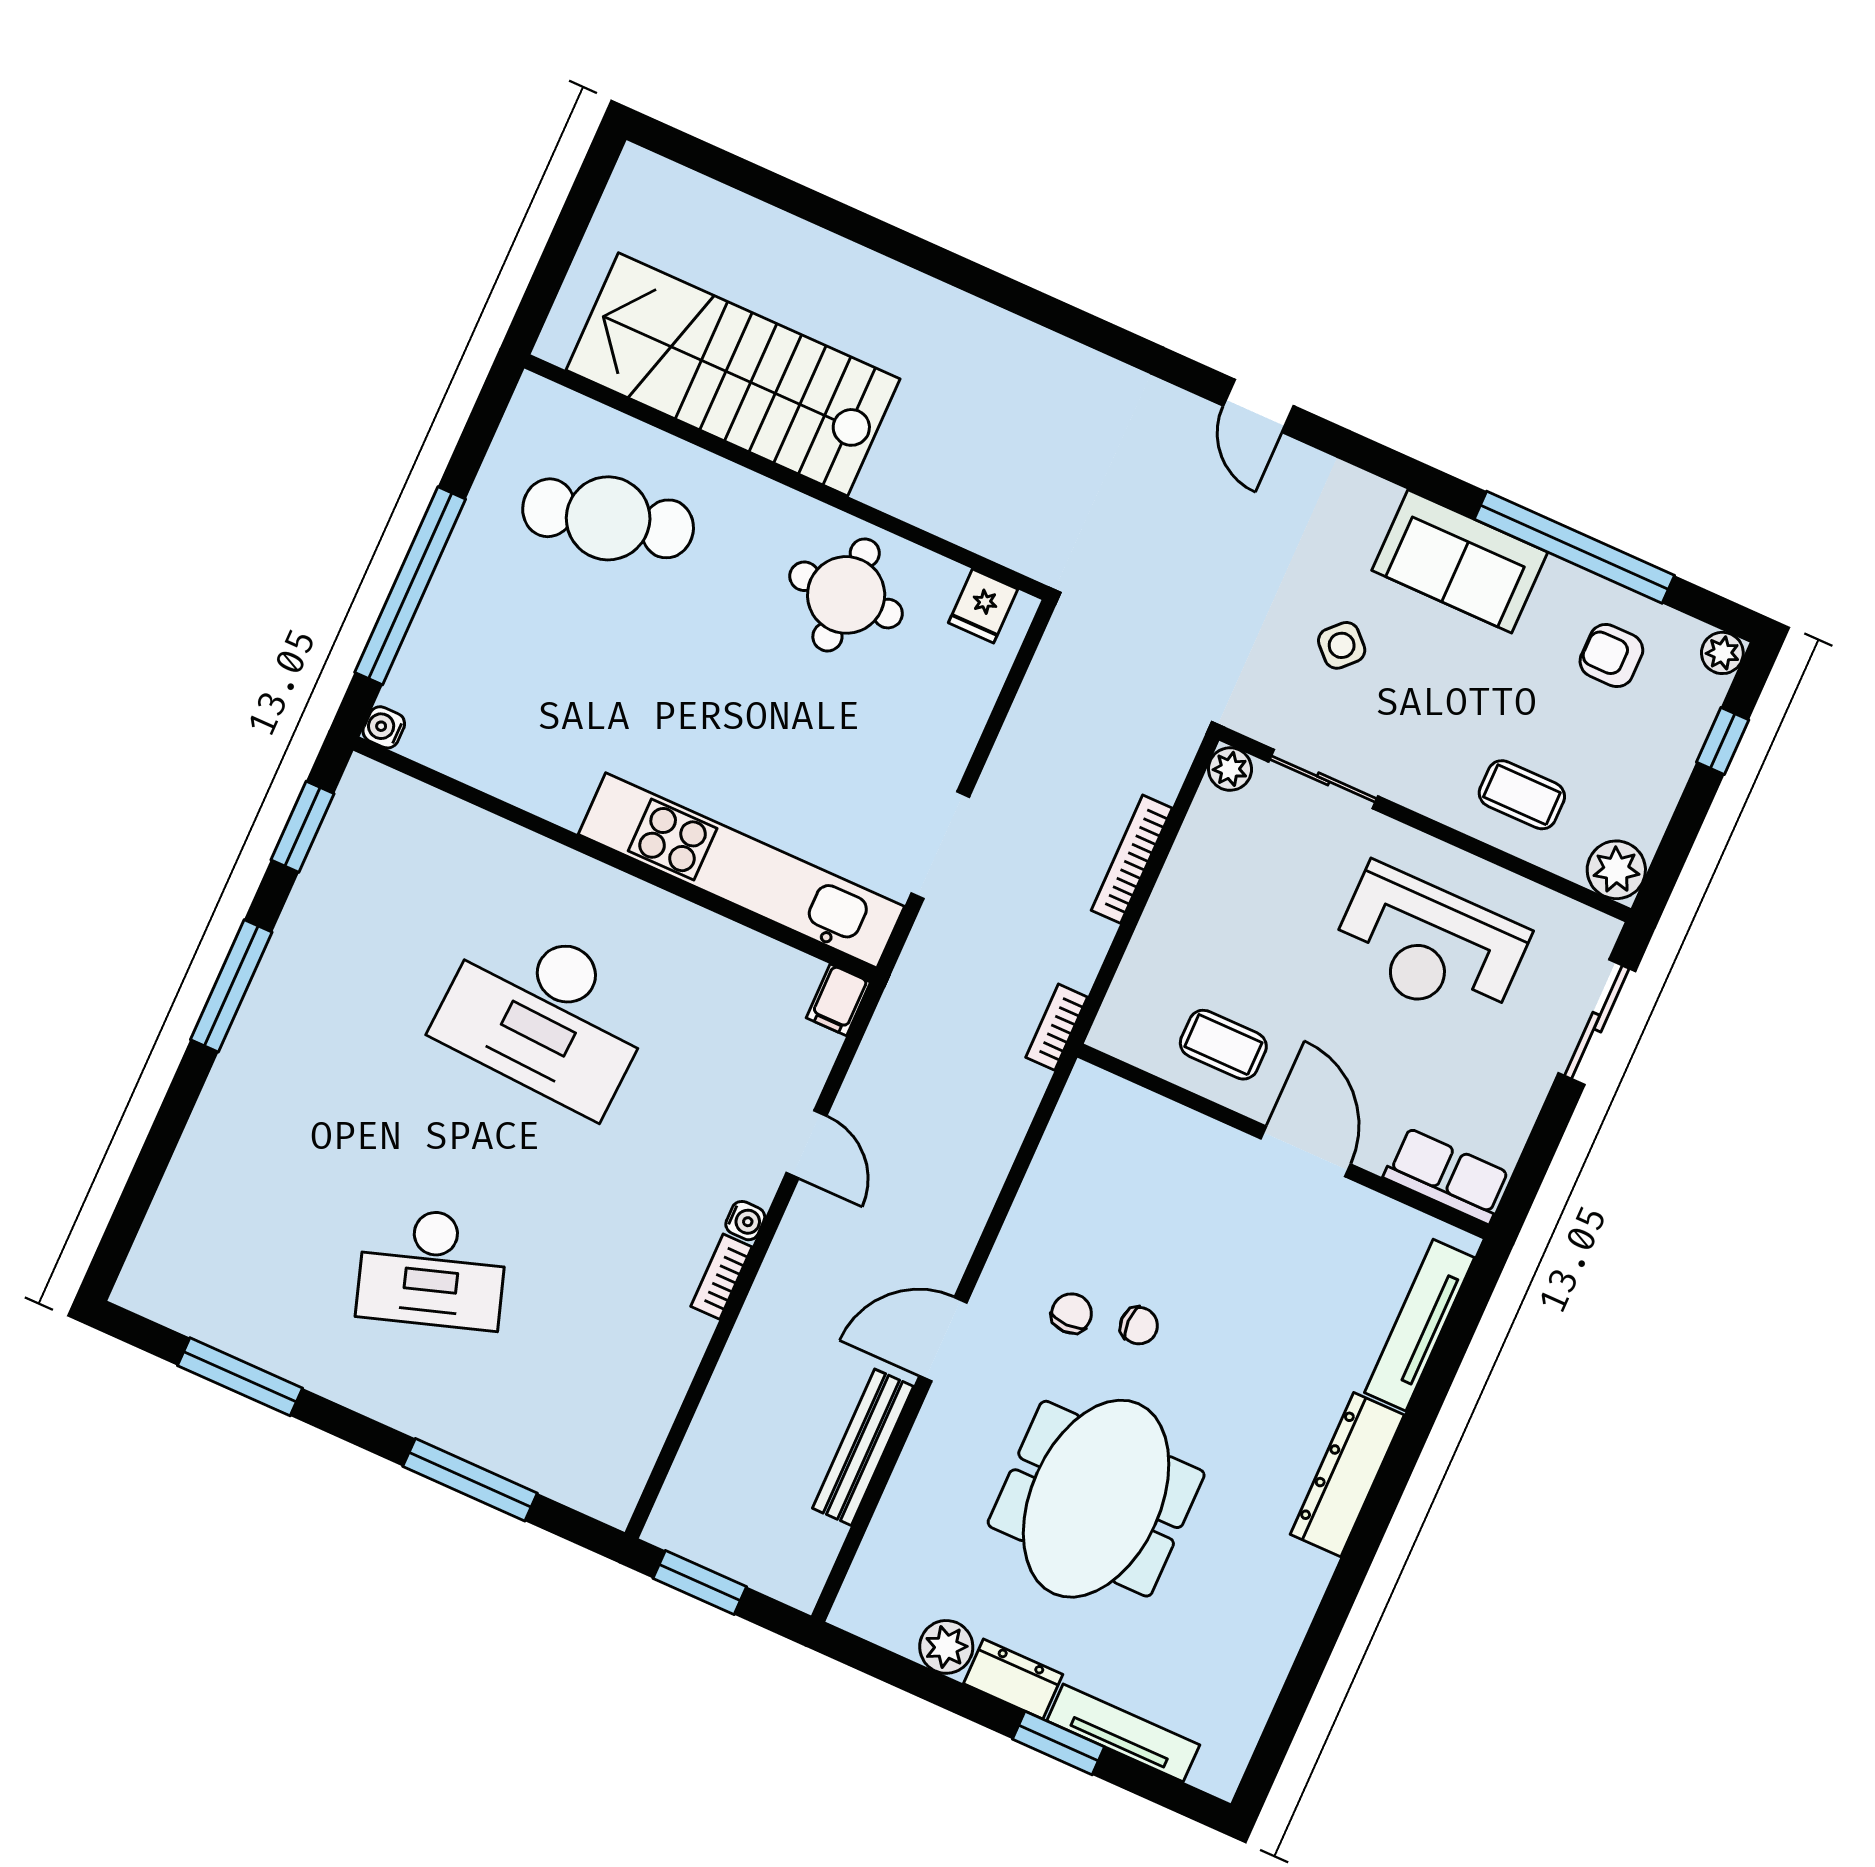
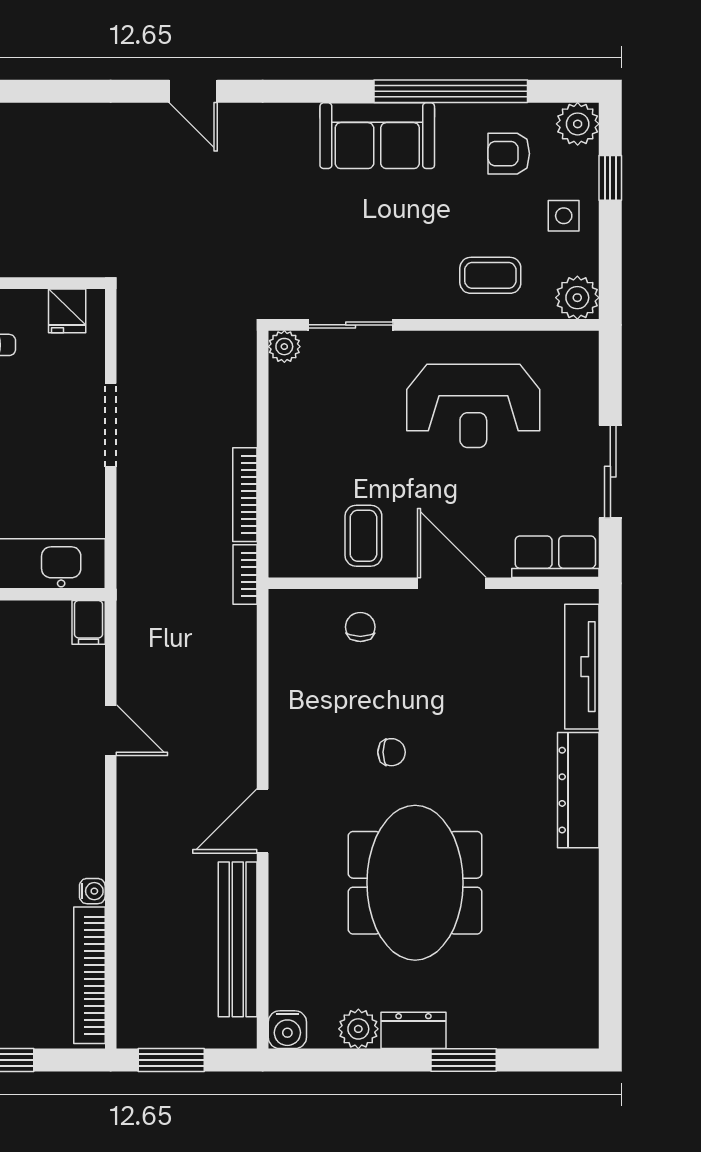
side table: (1342, 645) -> (564, 216), moved, turned 45
plant: (1722, 653) -> (578, 124), width x1.38, depth x1.38
doorway: (940, 845) -> (111, 425), moved
bookcase: (1132, 859) -> (245, 495), moved
sliding door: (1597, 1022) -> (610, 472), moved
coffee table: (1223, 1045) -> (363, 536), turned 90
water cooler: (745, 1221) -> (92, 891), moved
bookcase: (721, 1277) -> (89, 975), moved, width x2.31, depth x1.31
chair: (1072, 1313) -> (360, 627), moved
bench: (863, 1447) -> (238, 939), width x1.37, depth x1.21
water cooler: (859, 1609) -> (287, 1030), added
tv unit: (1123, 1733) -> (505, 1034), removed

